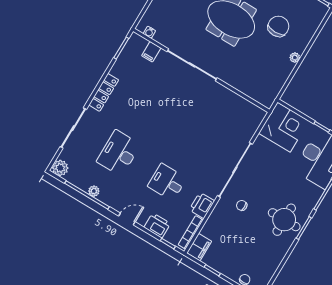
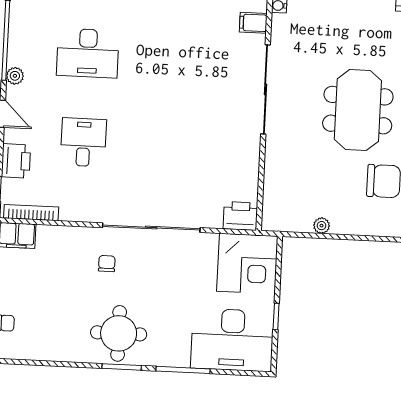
plant: (295, 58) -> (322, 226), moved
desk: (119, 153) -> (88, 53), turned 180
plant: (94, 191) -> (15, 76), moved
printer: (202, 205) -> (240, 216), moved

